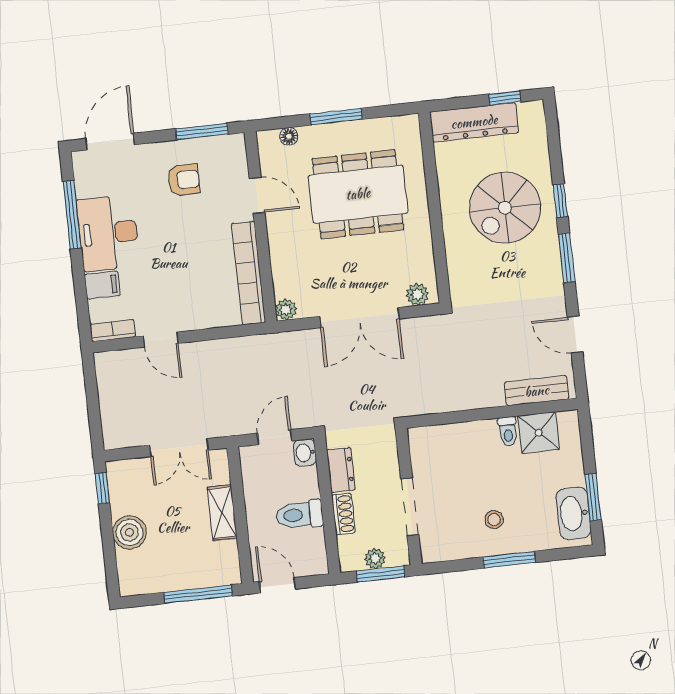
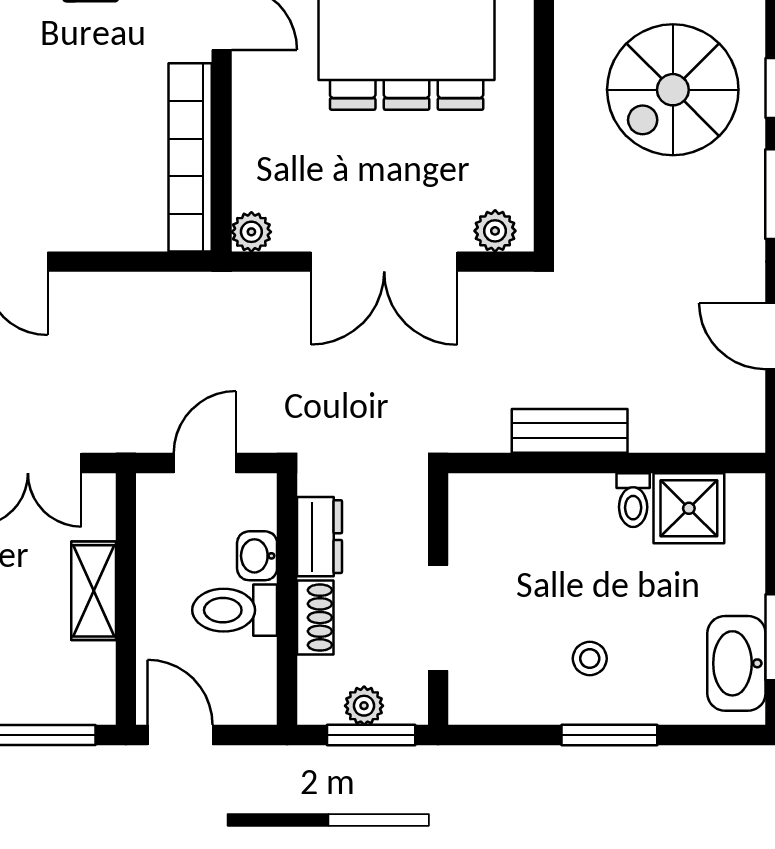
bench: (537, 391) -> (570, 431), moved
washbasin: (305, 453) -> (257, 556), moved

